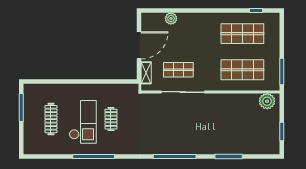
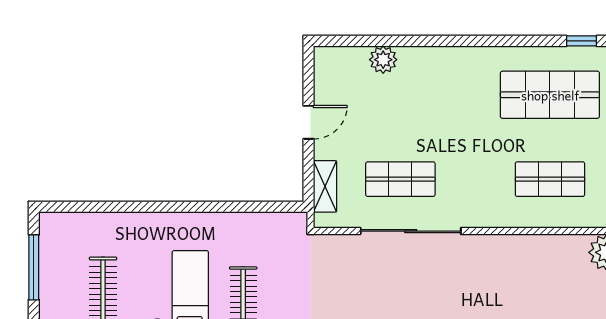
door: (139, 45) -> (309, 122), width x0.53
shop shelf: (242, 70) -> (550, 179), width x0.70, depth x0.74

